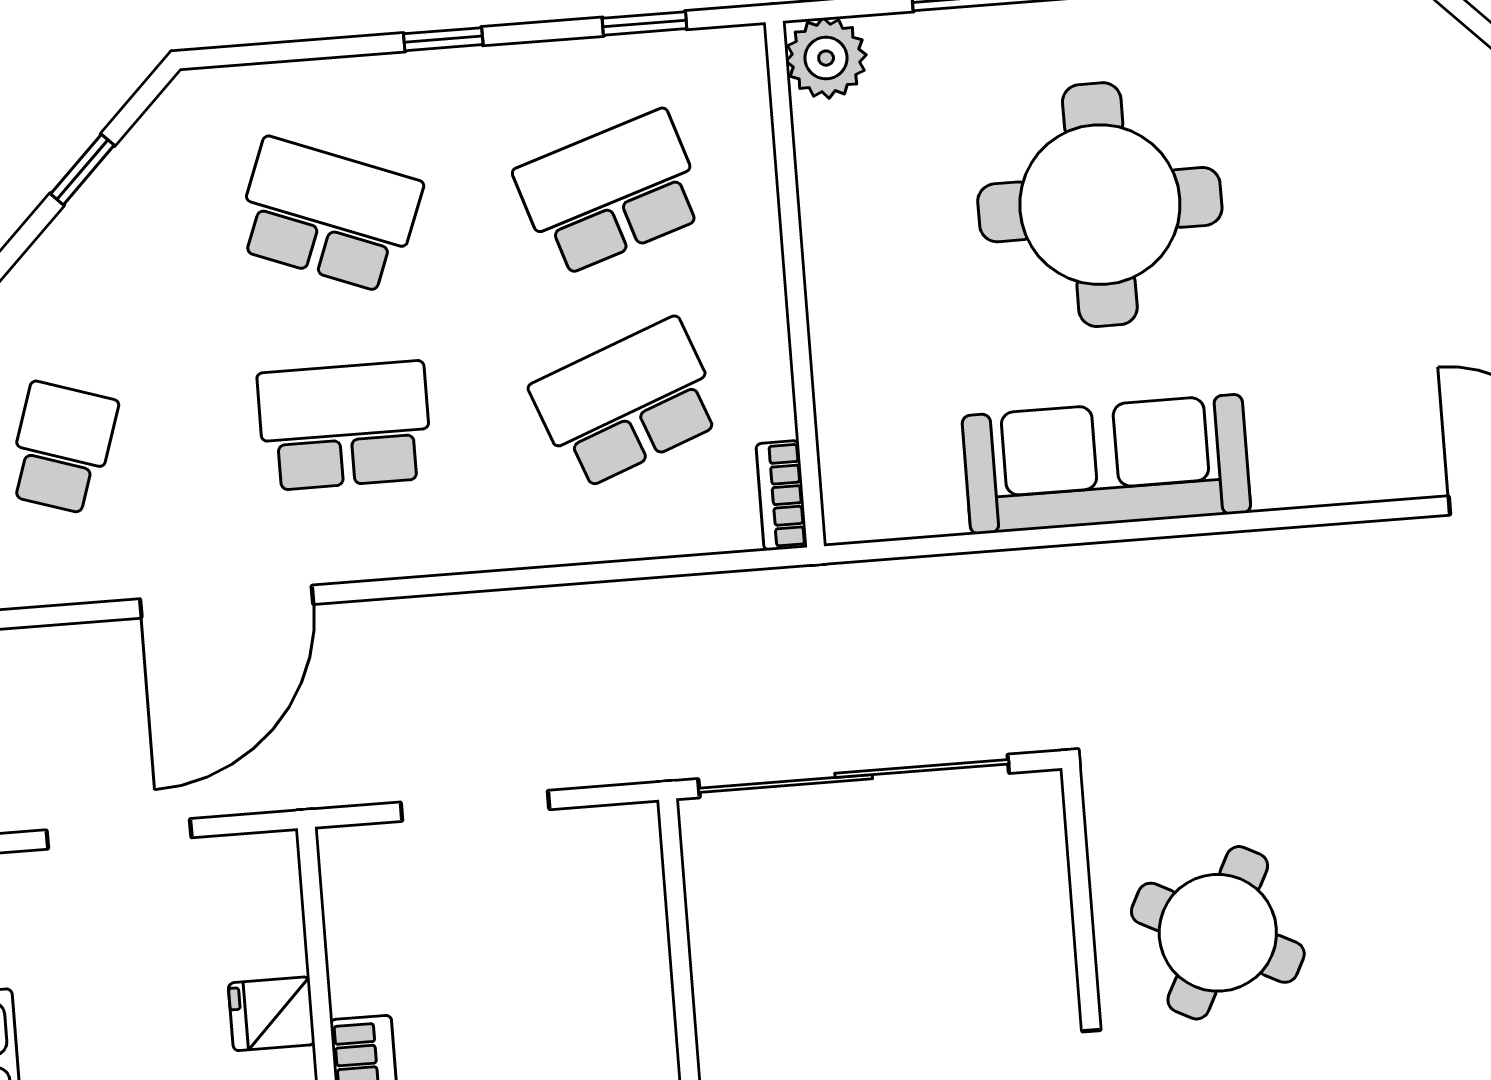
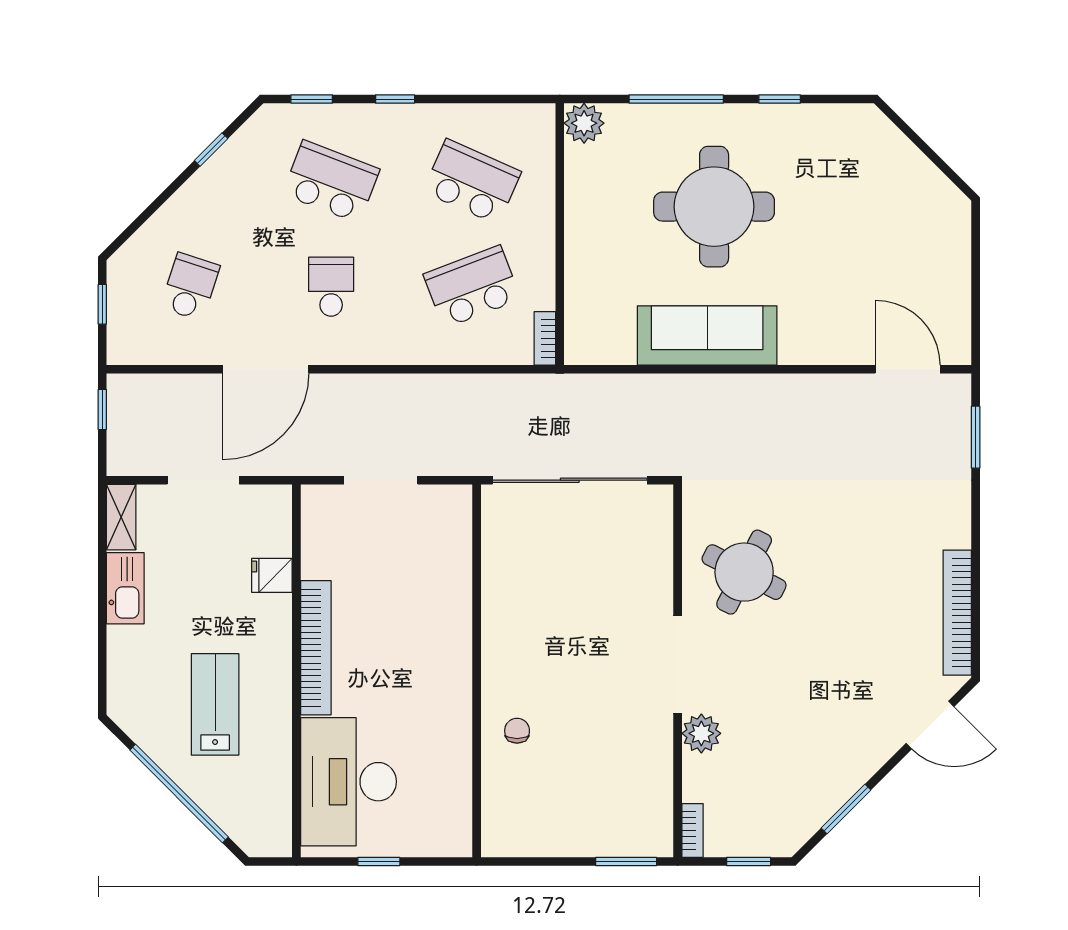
window: (645, 23) -> (312, 99), moved
school desk: (611, 193) -> (472, 182), turned 42
school desk: (345, 426) -> (331, 287), width x0.54

